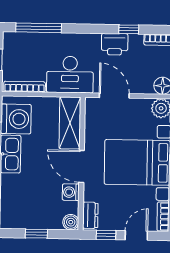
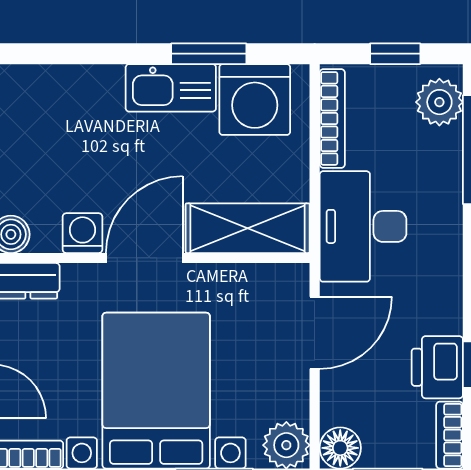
plant: (18, 42) -> (439, 102), added
printer: (115, 44) -> (437, 367), moved

